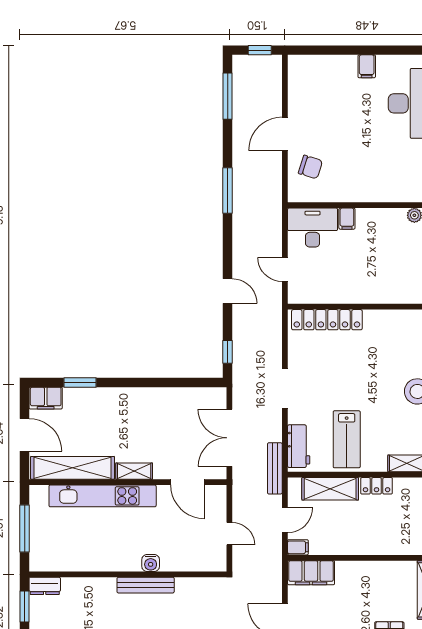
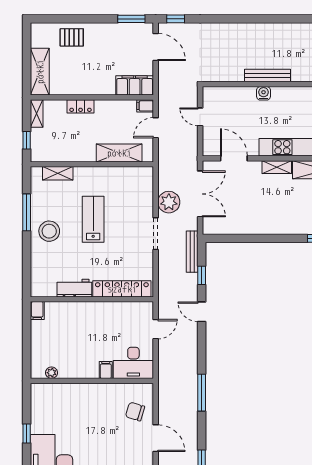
door: (285, 134) -> (156, 438), hinge flipped
door: (285, 269) -> (156, 329), hinge flipped
window: (228, 352) -> (202, 275), moved
plant: (268, 428) -> (169, 202), added
lab bench: (347, 439) -> (93, 219), moved
workbench: (299, 446) -> (74, 288), moved, turned 90
bench: (275, 468) -> (192, 252), moved
locker: (377, 486) -> (81, 106), moved, turned 180

